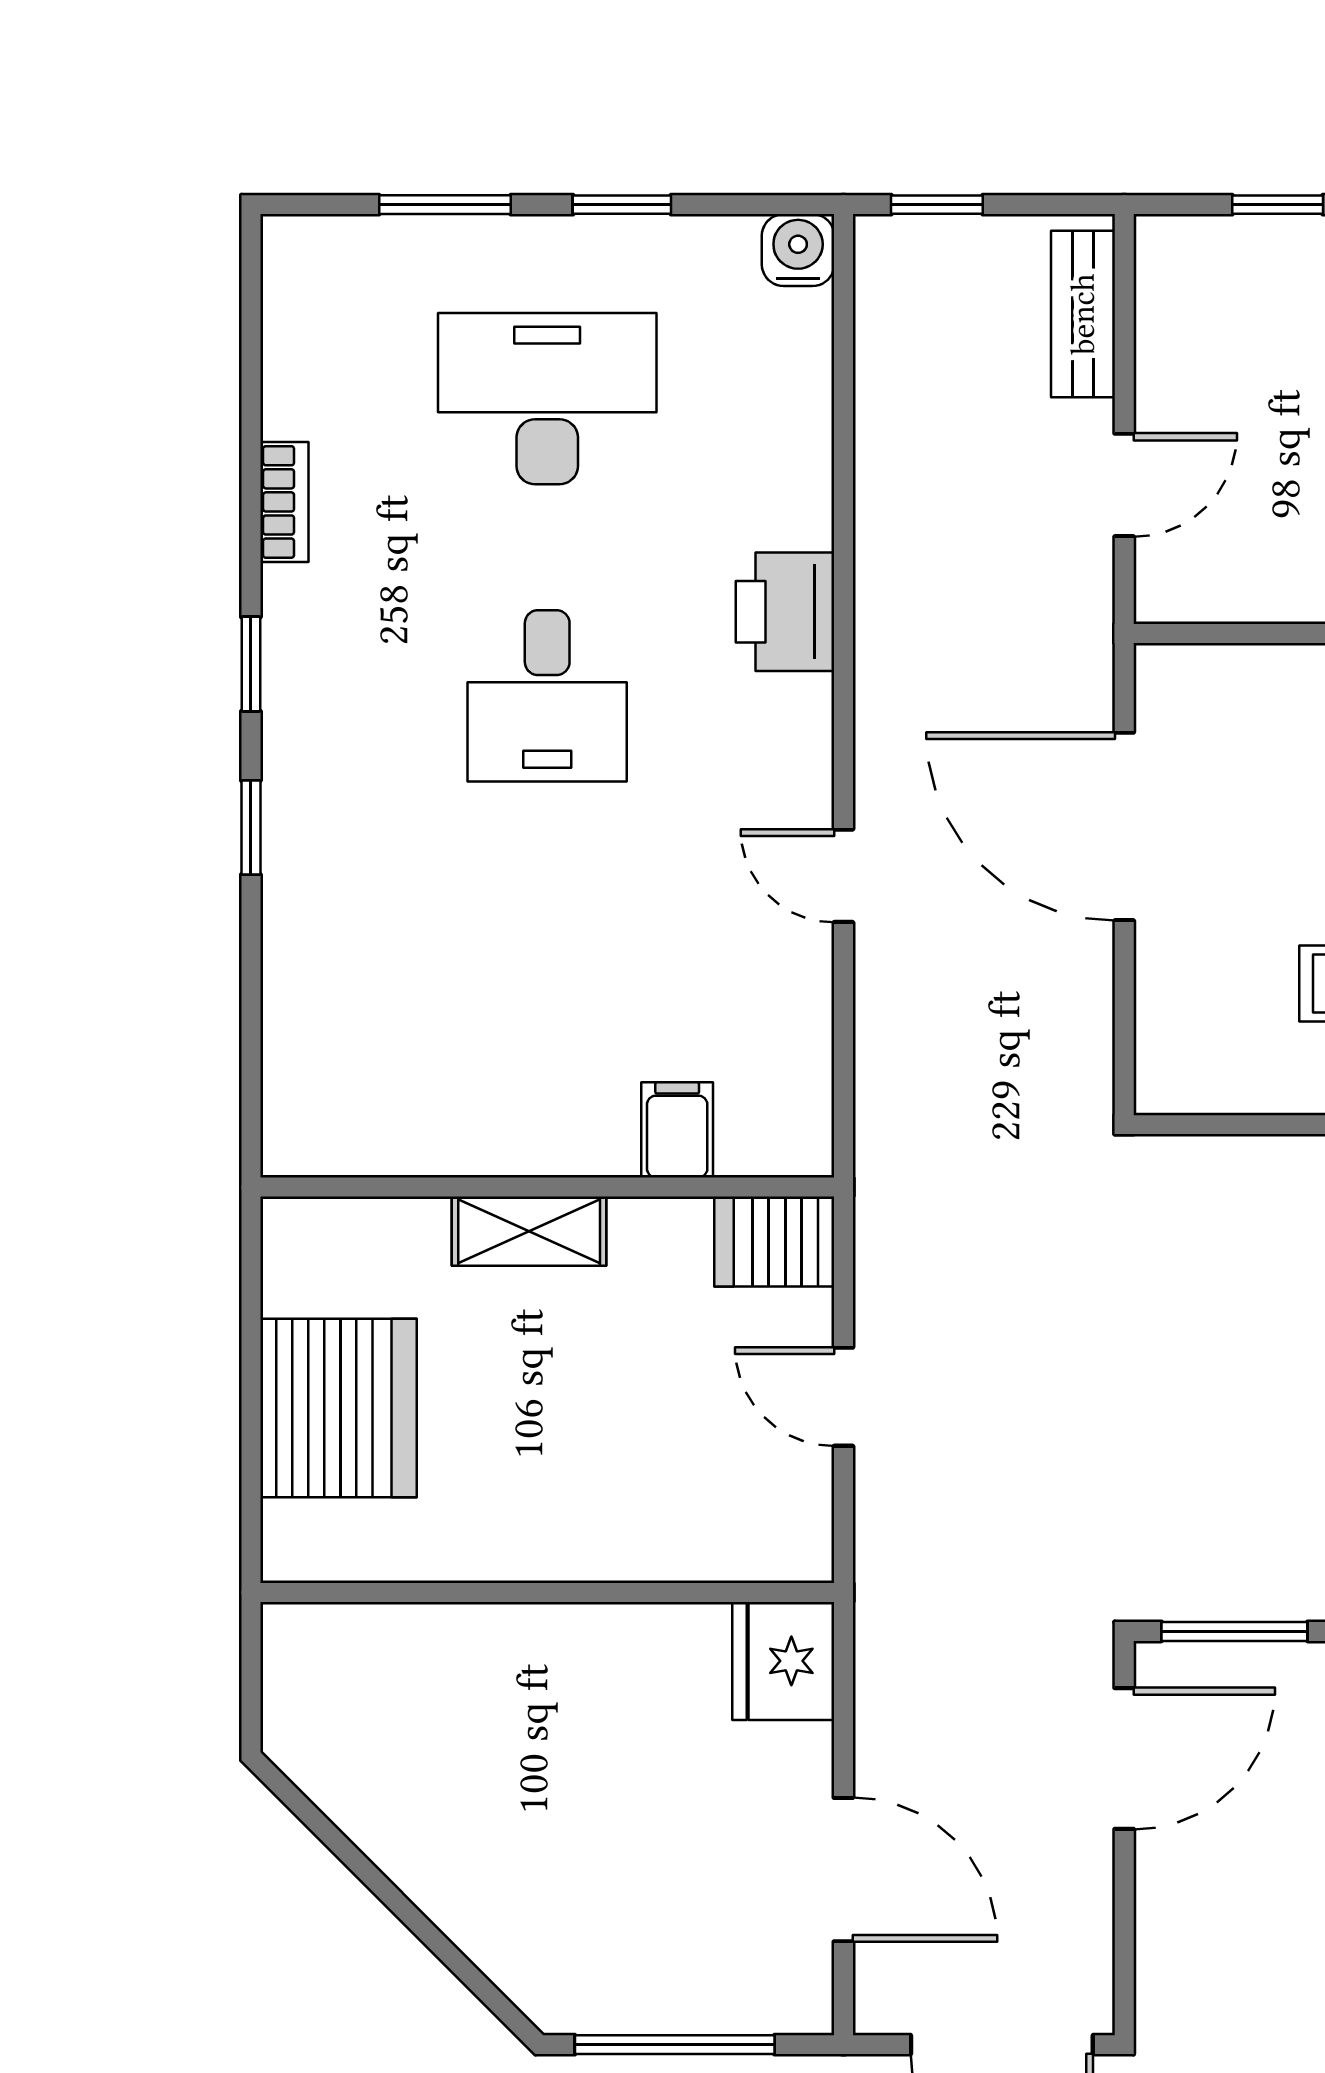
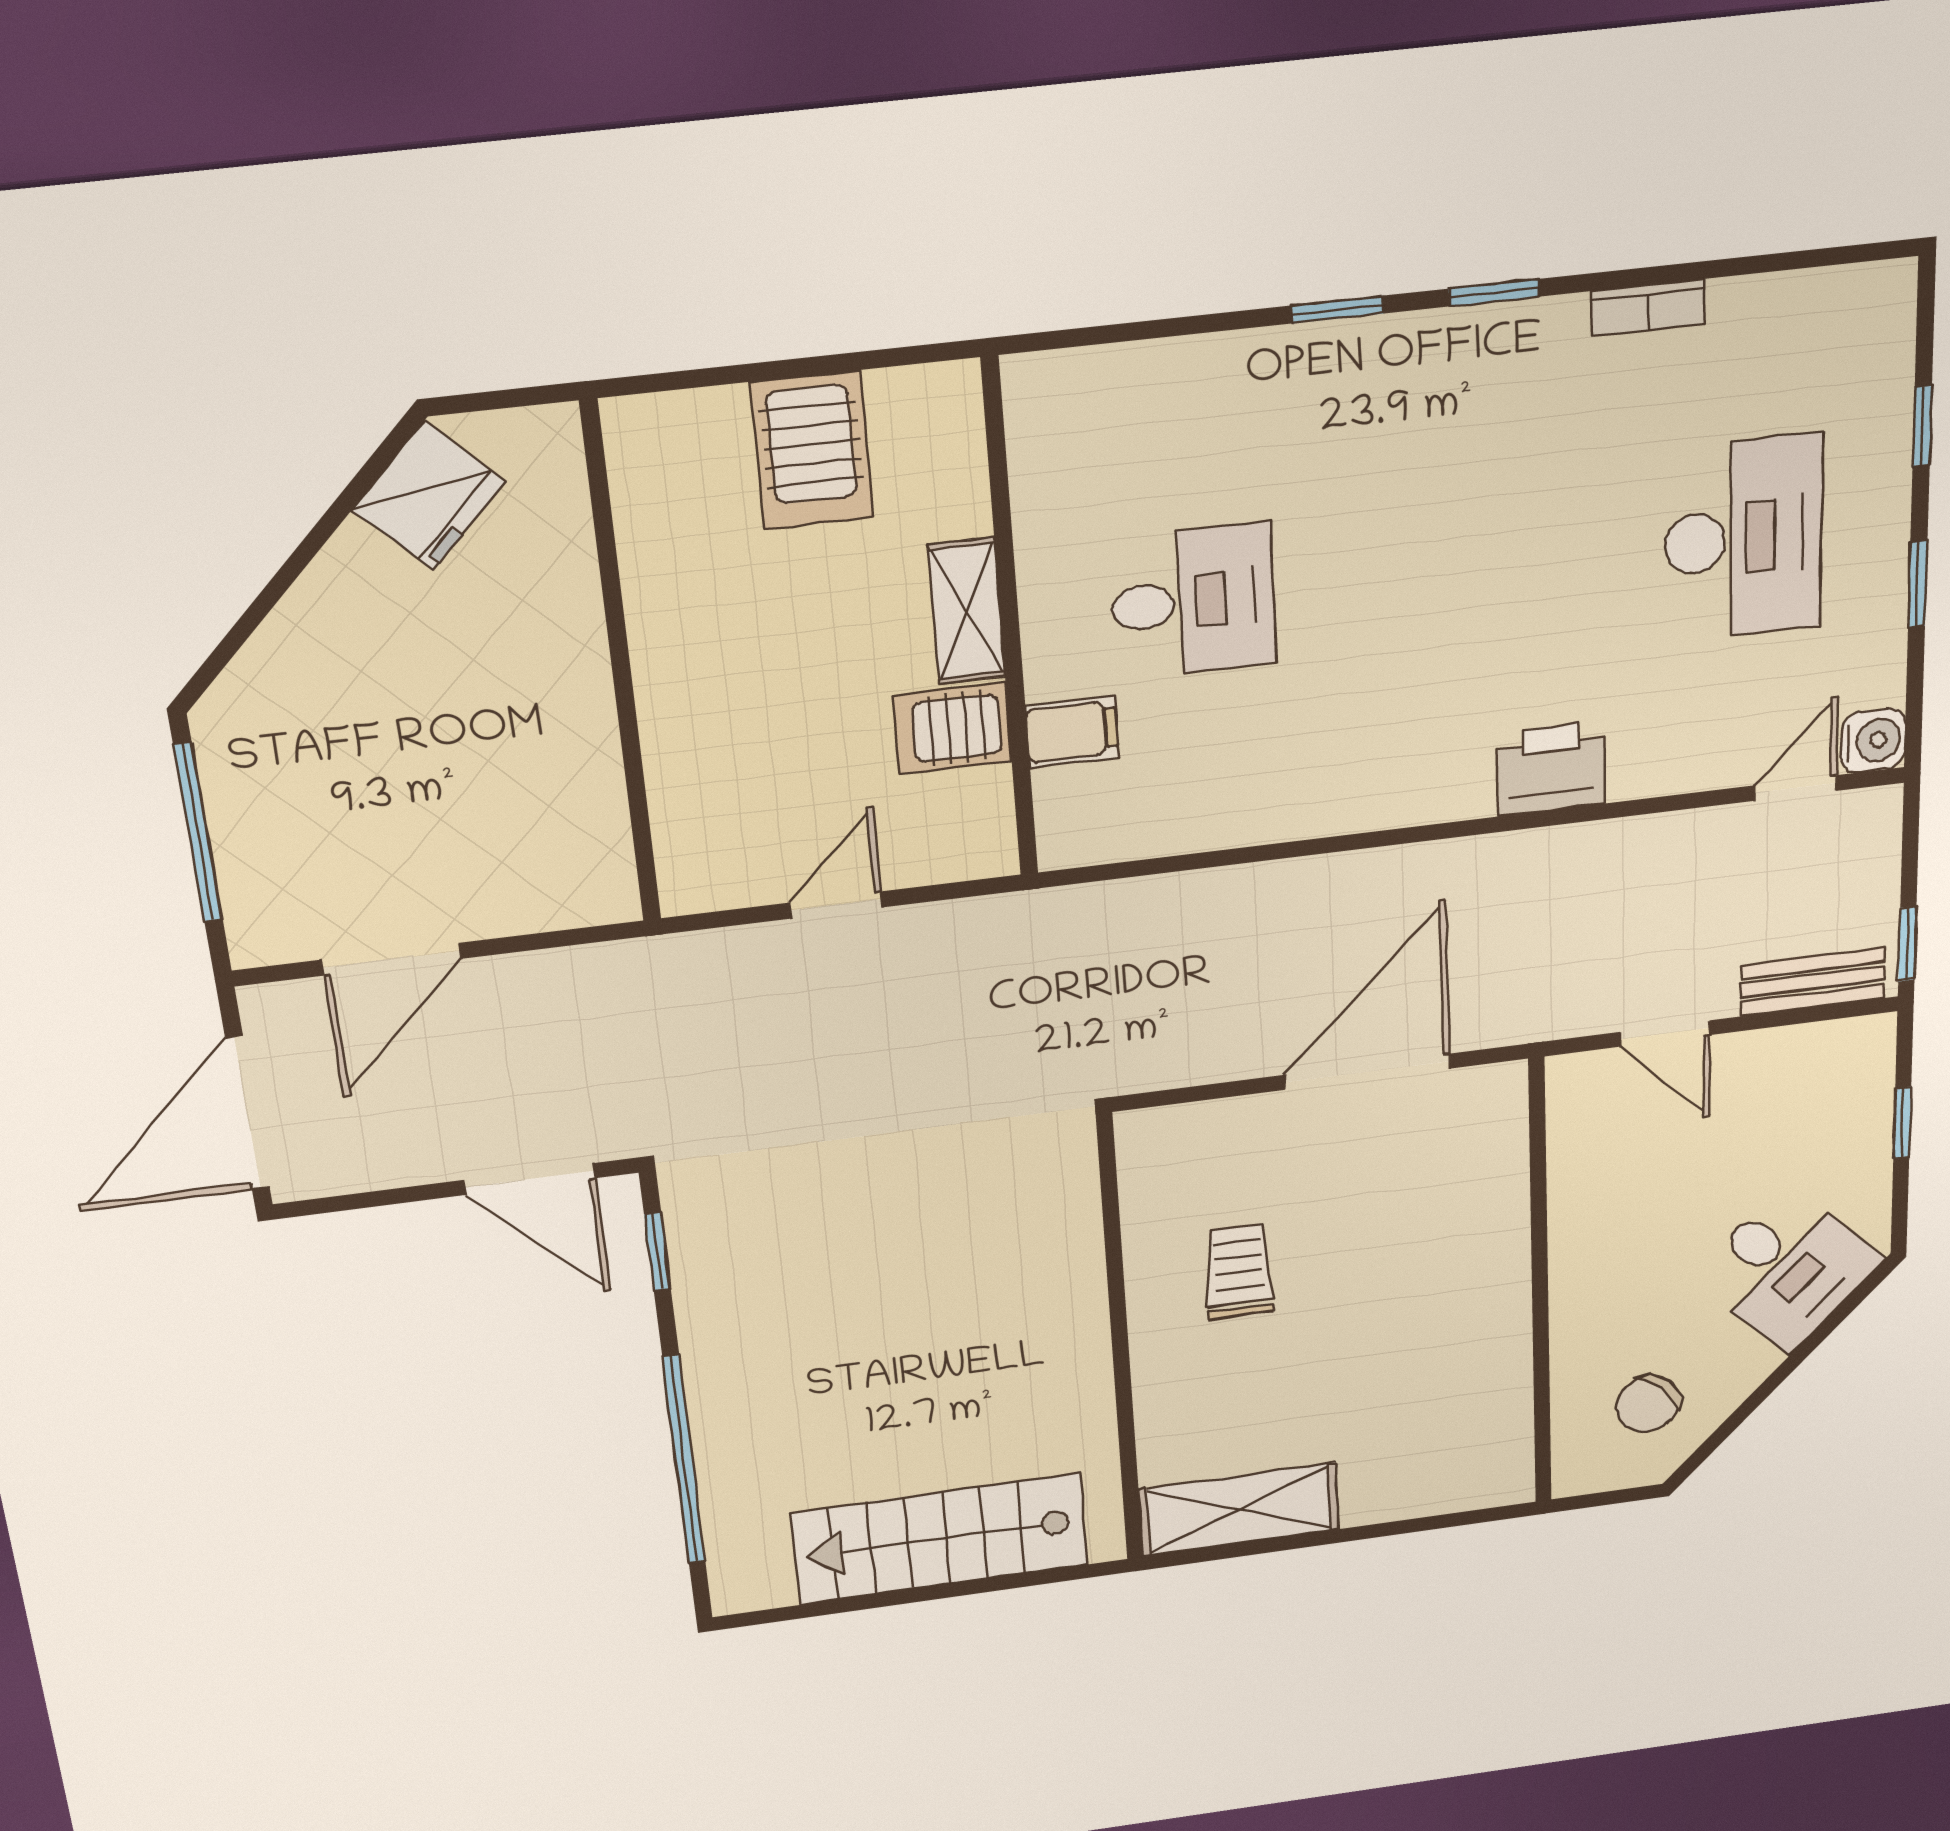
window: (445, 205) -> (1922, 426), width x0.67
window: (937, 205) -> (1907, 944), moved
desk: (547, 696) -> (1193, 601), moved, turned 180
door: (843, 876) -> (1795, 788), moved
server rack: (774, 1241) -> (952, 728), moved, turned -90
server rack: (338, 1408) -> (812, 450), width x0.62
window: (1234, 1631) -> (657, 1252), width x0.67
fridge: (783, 1661) -> (429, 496), moved, turned 135

